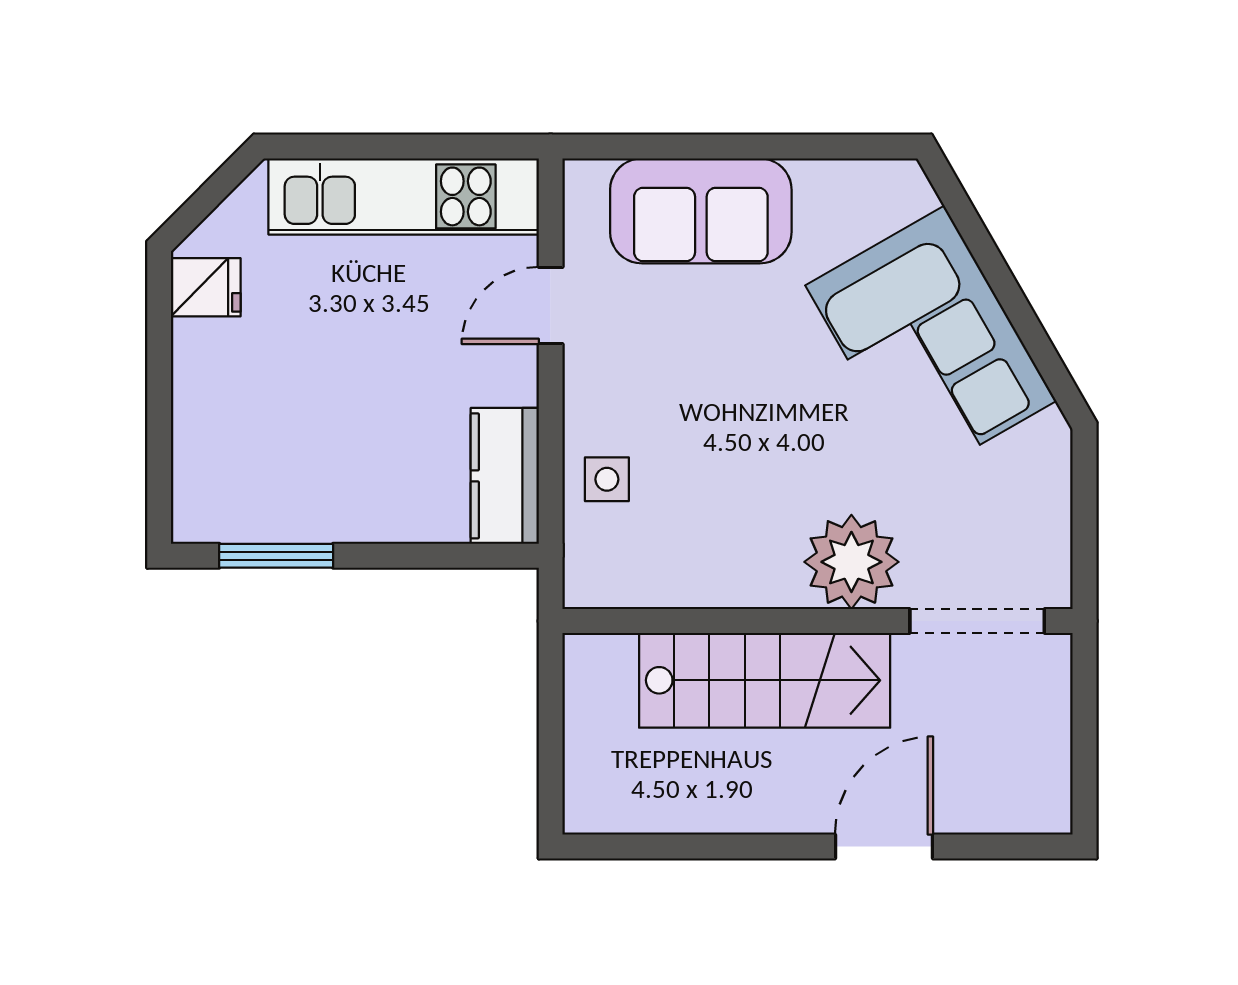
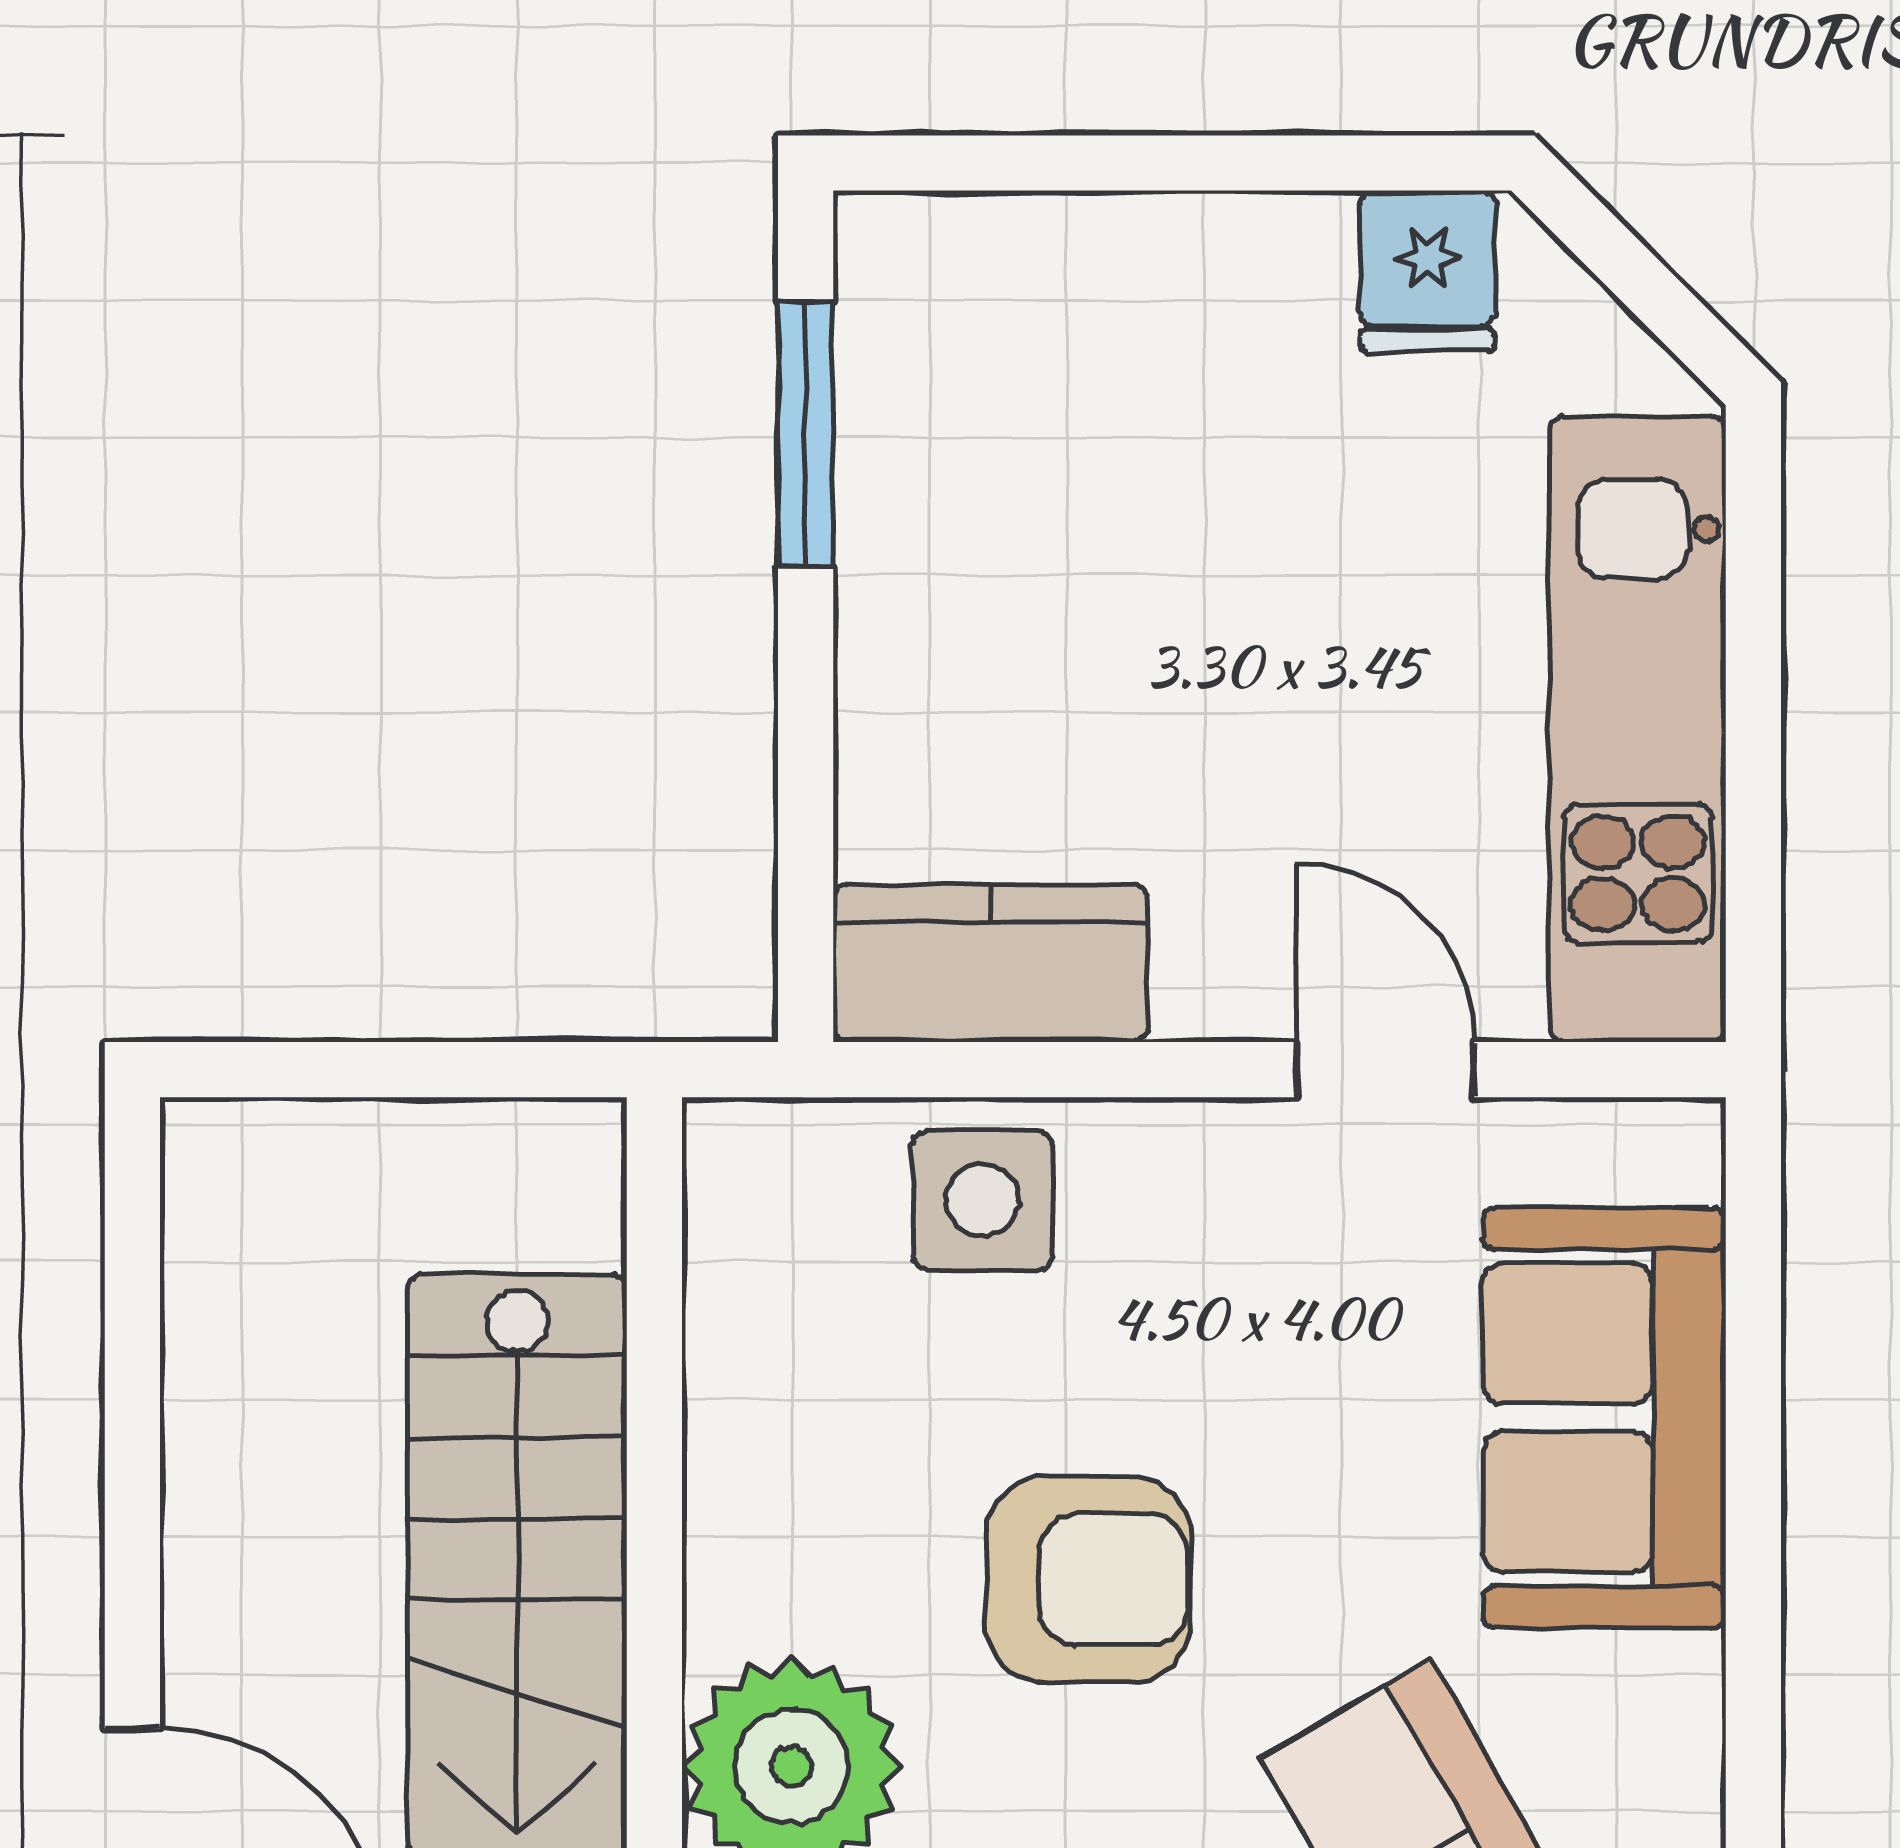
armchair: (771, 434) -> (1088, 1579), added
side table: (607, 479) -> (983, 1200), width x1.37, depth x1.37

